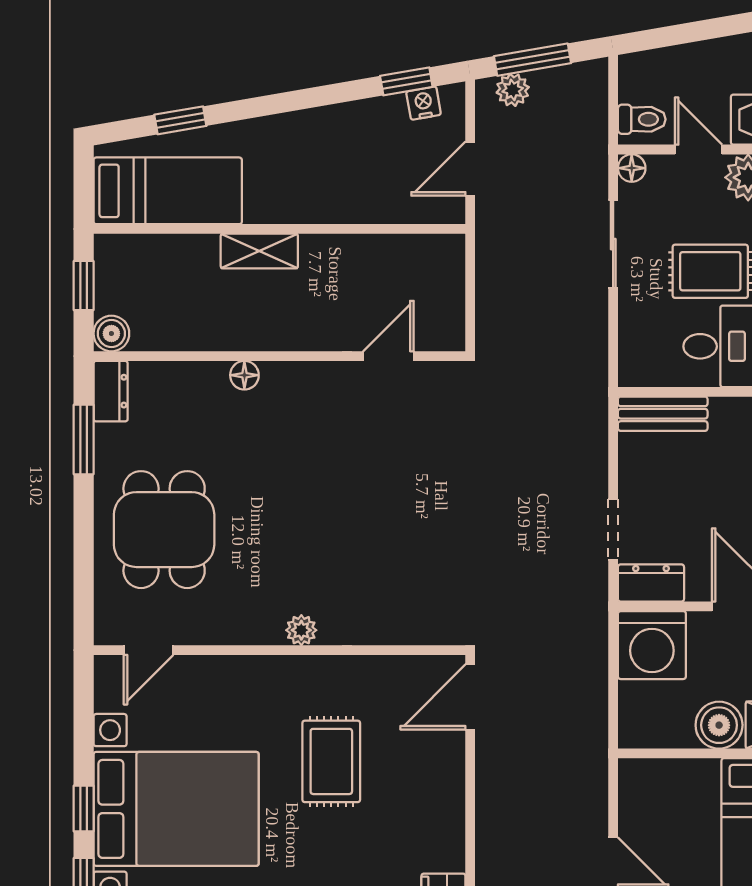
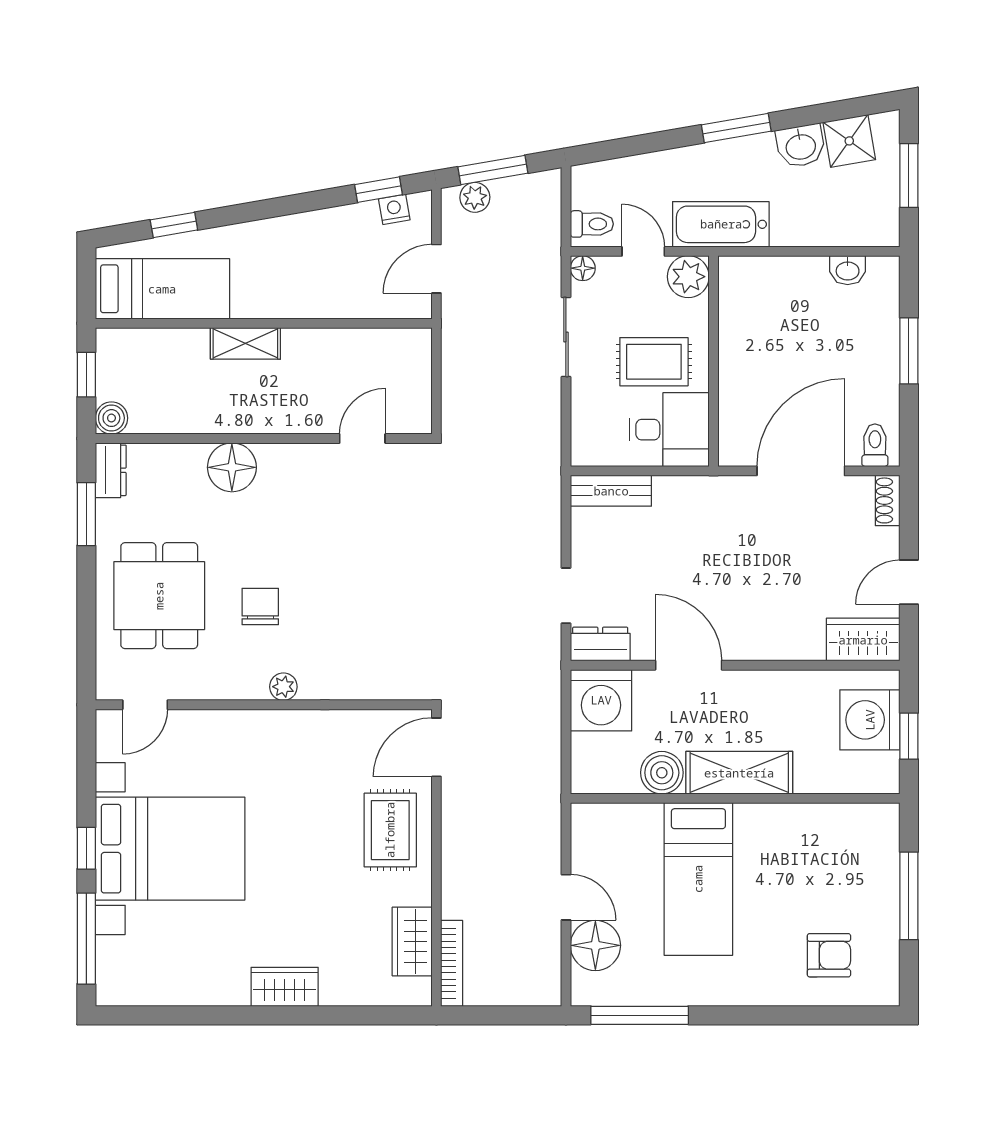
floor lamp: (244, 375) -> (232, 467), width x1.89, depth x1.89
chair: (276, 542) -> (260, 607), added
rug: (331, 761) -> (390, 830), moved

